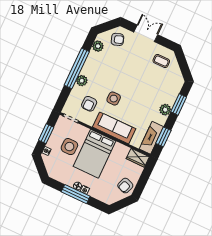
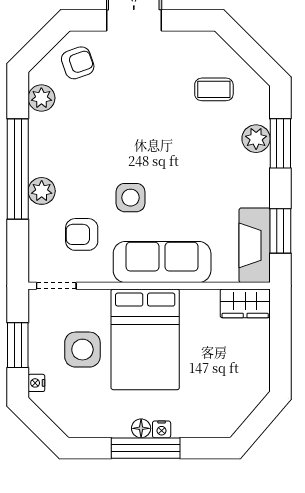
coffee table: (161, 61) -> (214, 89), moved
armchair: (89, 104) -> (82, 234), turned 90
plant: (165, 110) -> (256, 139), moved
armchair: (125, 186) -> (246, 378), removed

